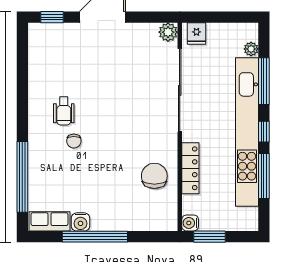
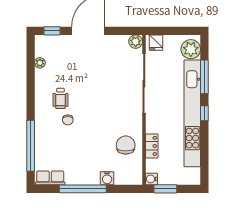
plant: (251, 49) -> (191, 49), width x1.88, depth x1.88
plant: (35, 62) -> (40, 63), added
locker: (190, 168) -> (152, 146), width x0.66
window: (264, 176) -> (204, 145), removed
water cooler: (81, 222) -> (107, 178), moved

